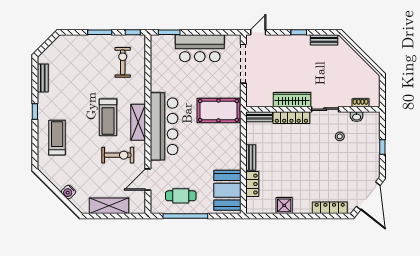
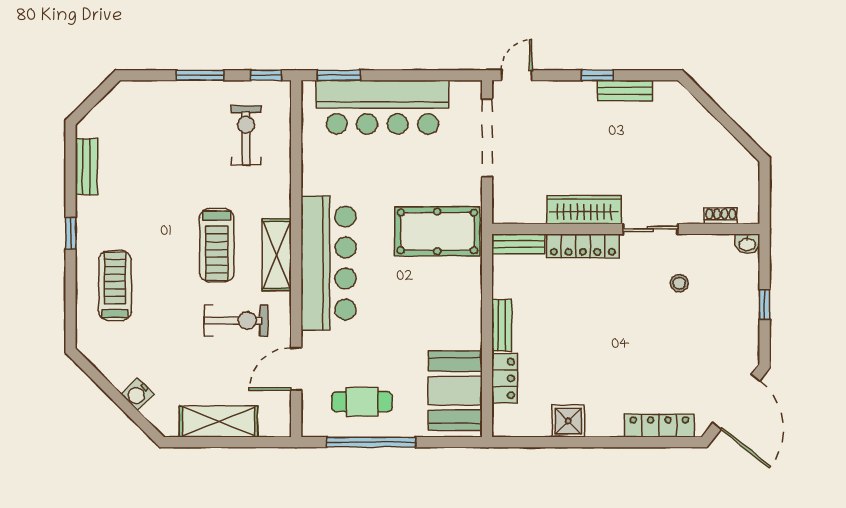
bench: (324, 40) -> (625, 91), moved
bar counter: (200, 48) -> (382, 107), width x1.36
washbasin: (357, 117) -> (747, 244), moved

